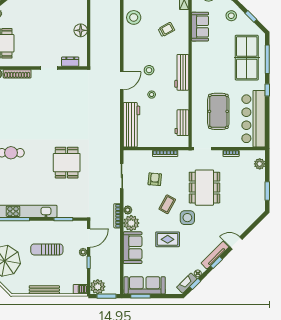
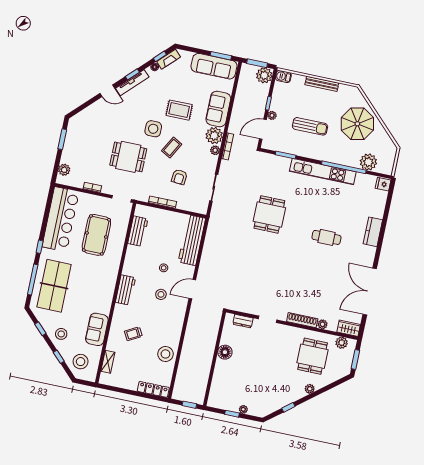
workbench: (182, 72) -> (125, 290), width x0.73
dining table: (204, 188) -> (128, 157), width x0.73

